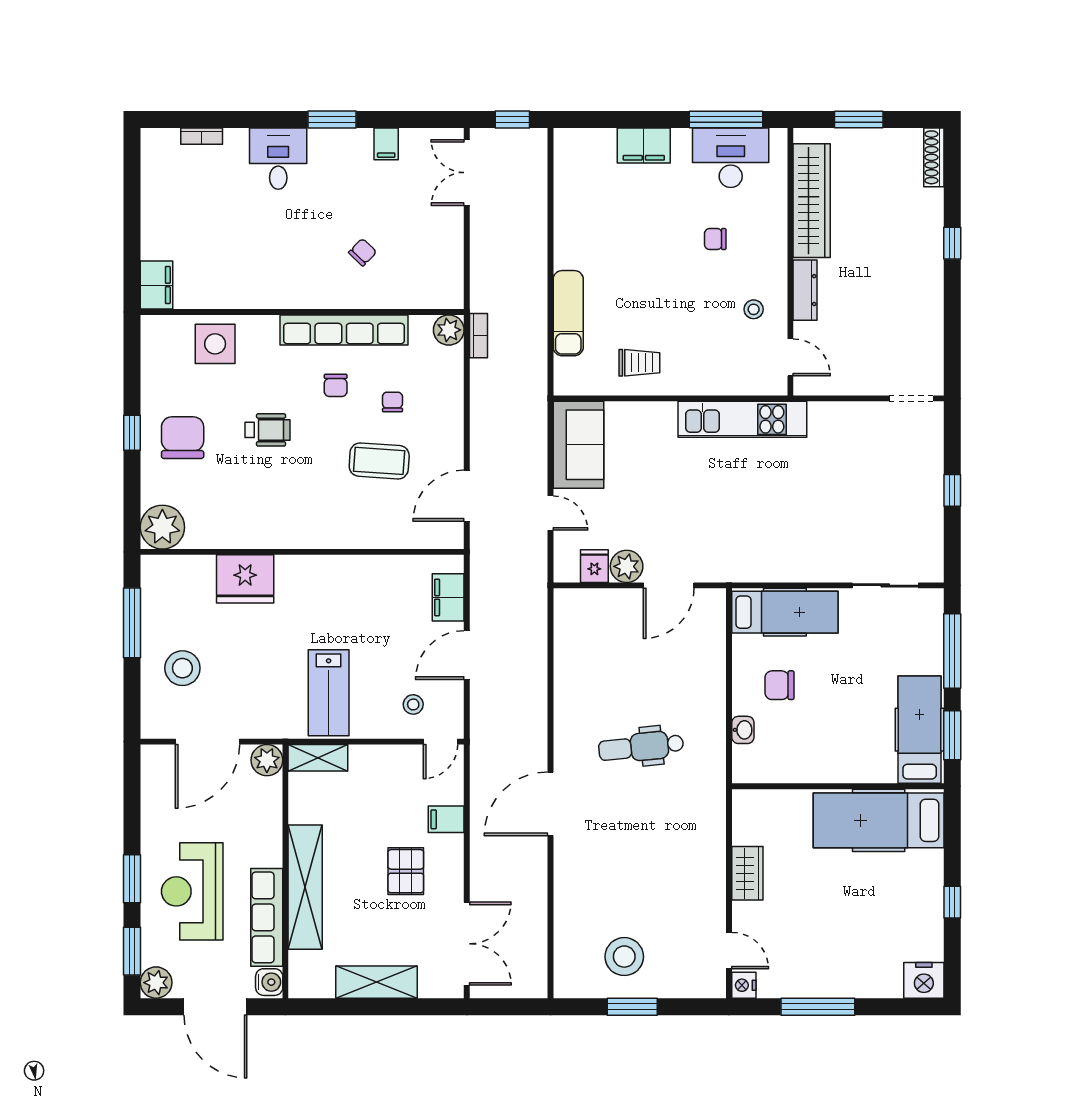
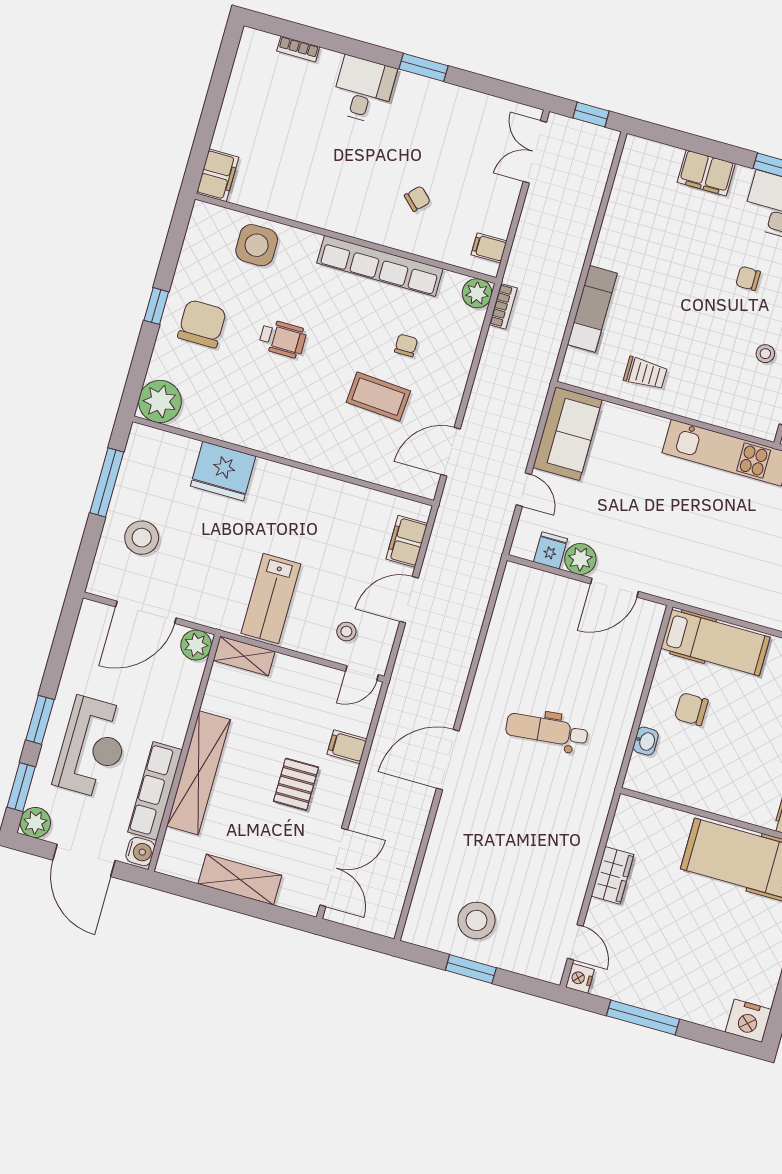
filing cabinet: (386, 144) -> (489, 248), moved, turned 90
chair: (336, 385) -> (358, 315), removed
reception desk: (192, 891) -> (93, 747), turned 180

